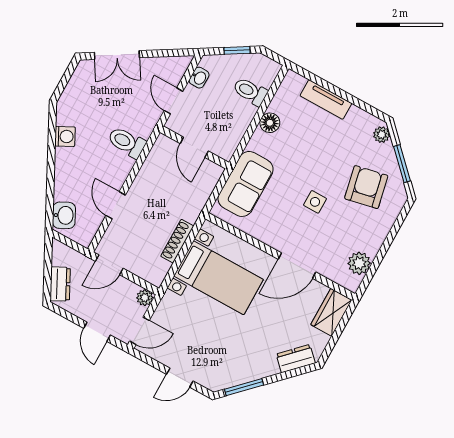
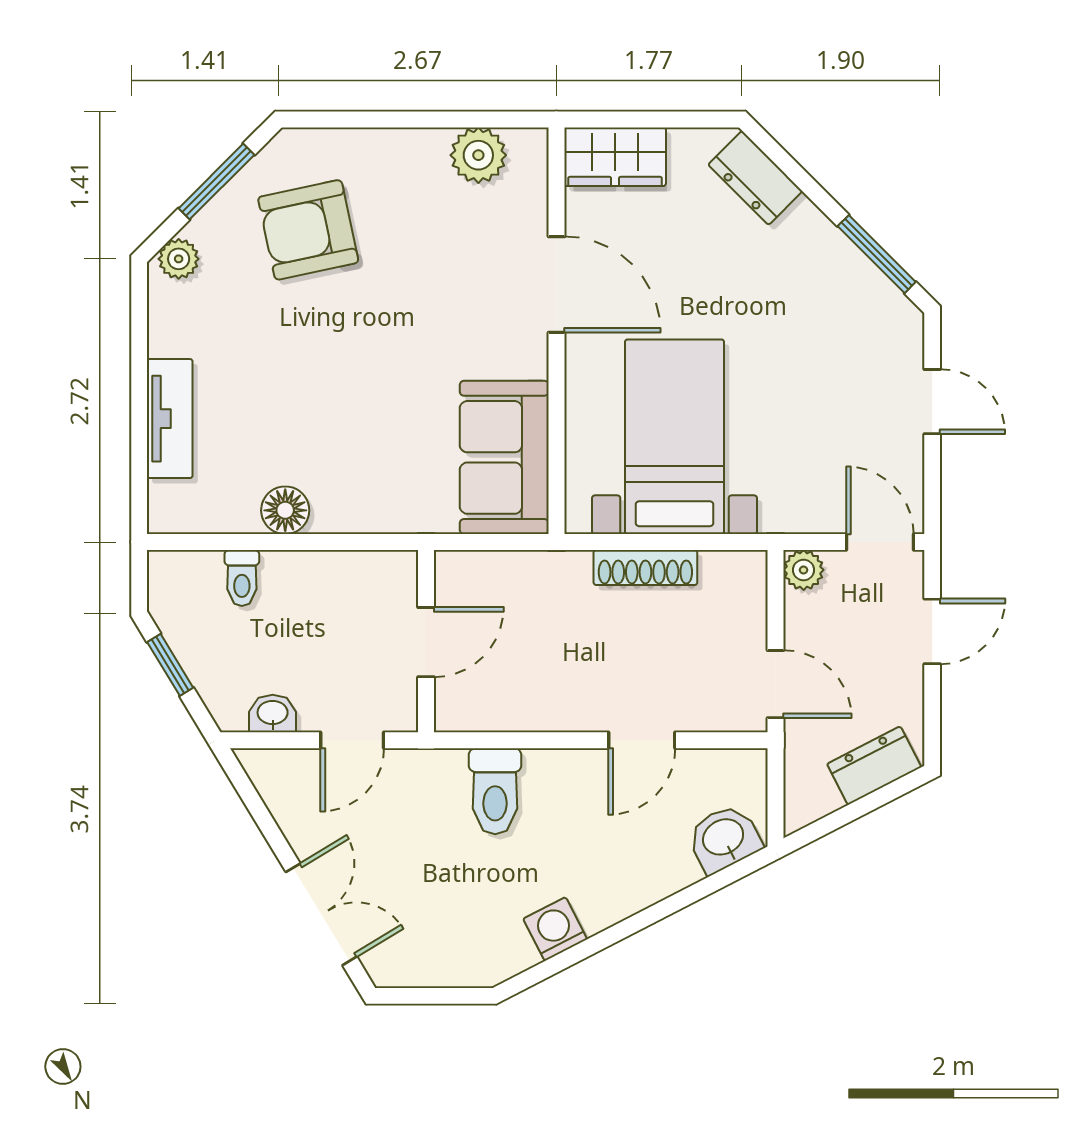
toilet: (250, 91) -> (242, 578), width x0.73, depth x0.72
sofa: (246, 184) -> (504, 457), moved, turned -90
side table: (315, 202) -> (400, 321), removed

